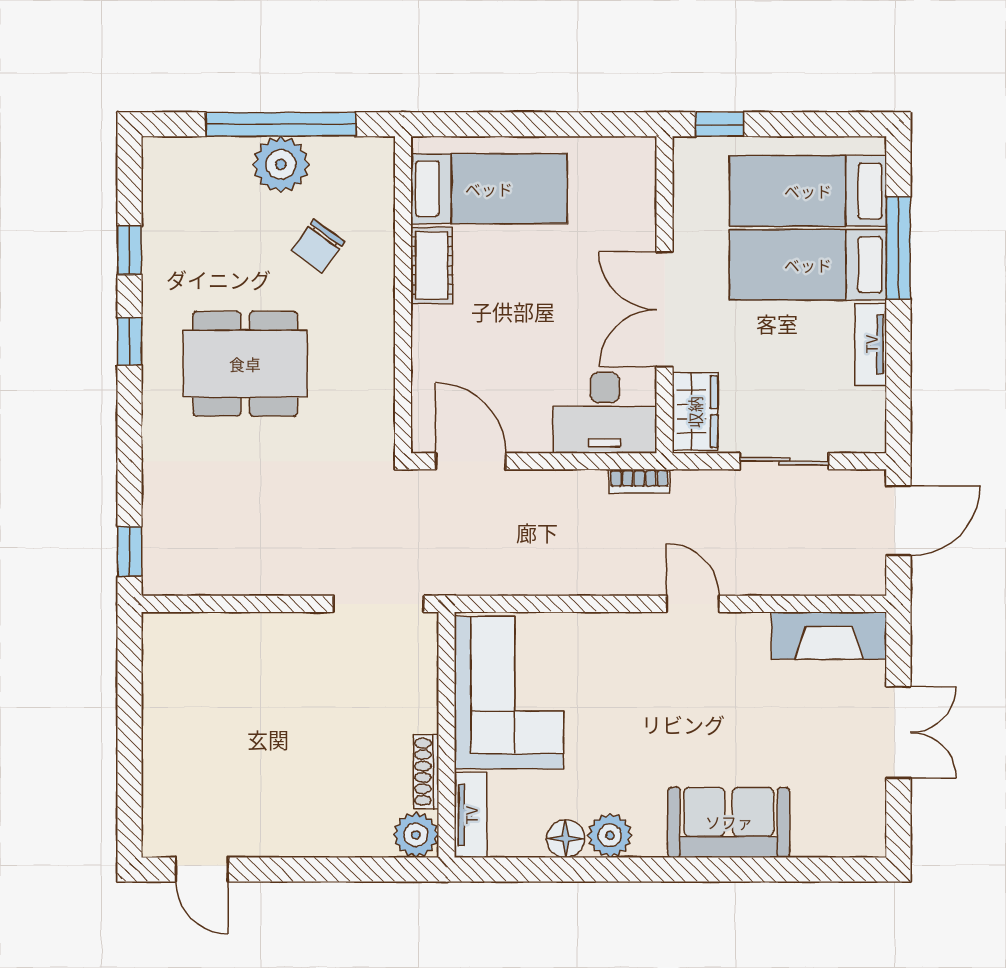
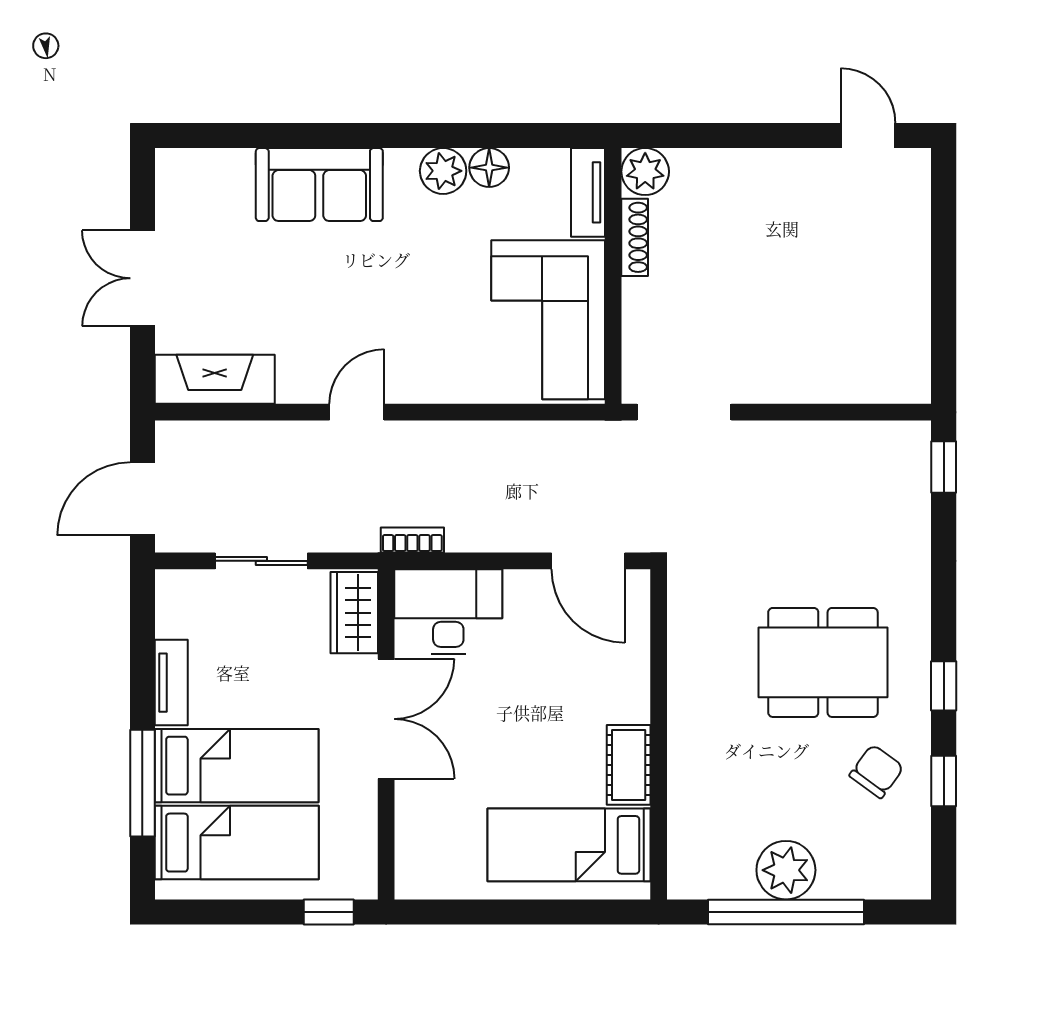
chair: (318, 246) -> (877, 771), moved
door: (693, 604) -> (357, 412), swing flipped

